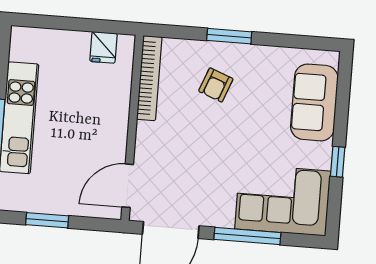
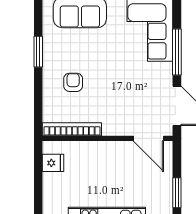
window: (229, 36) -> (38, 52), moved
armchair: (216, 85) -> (73, 82), turned -111

